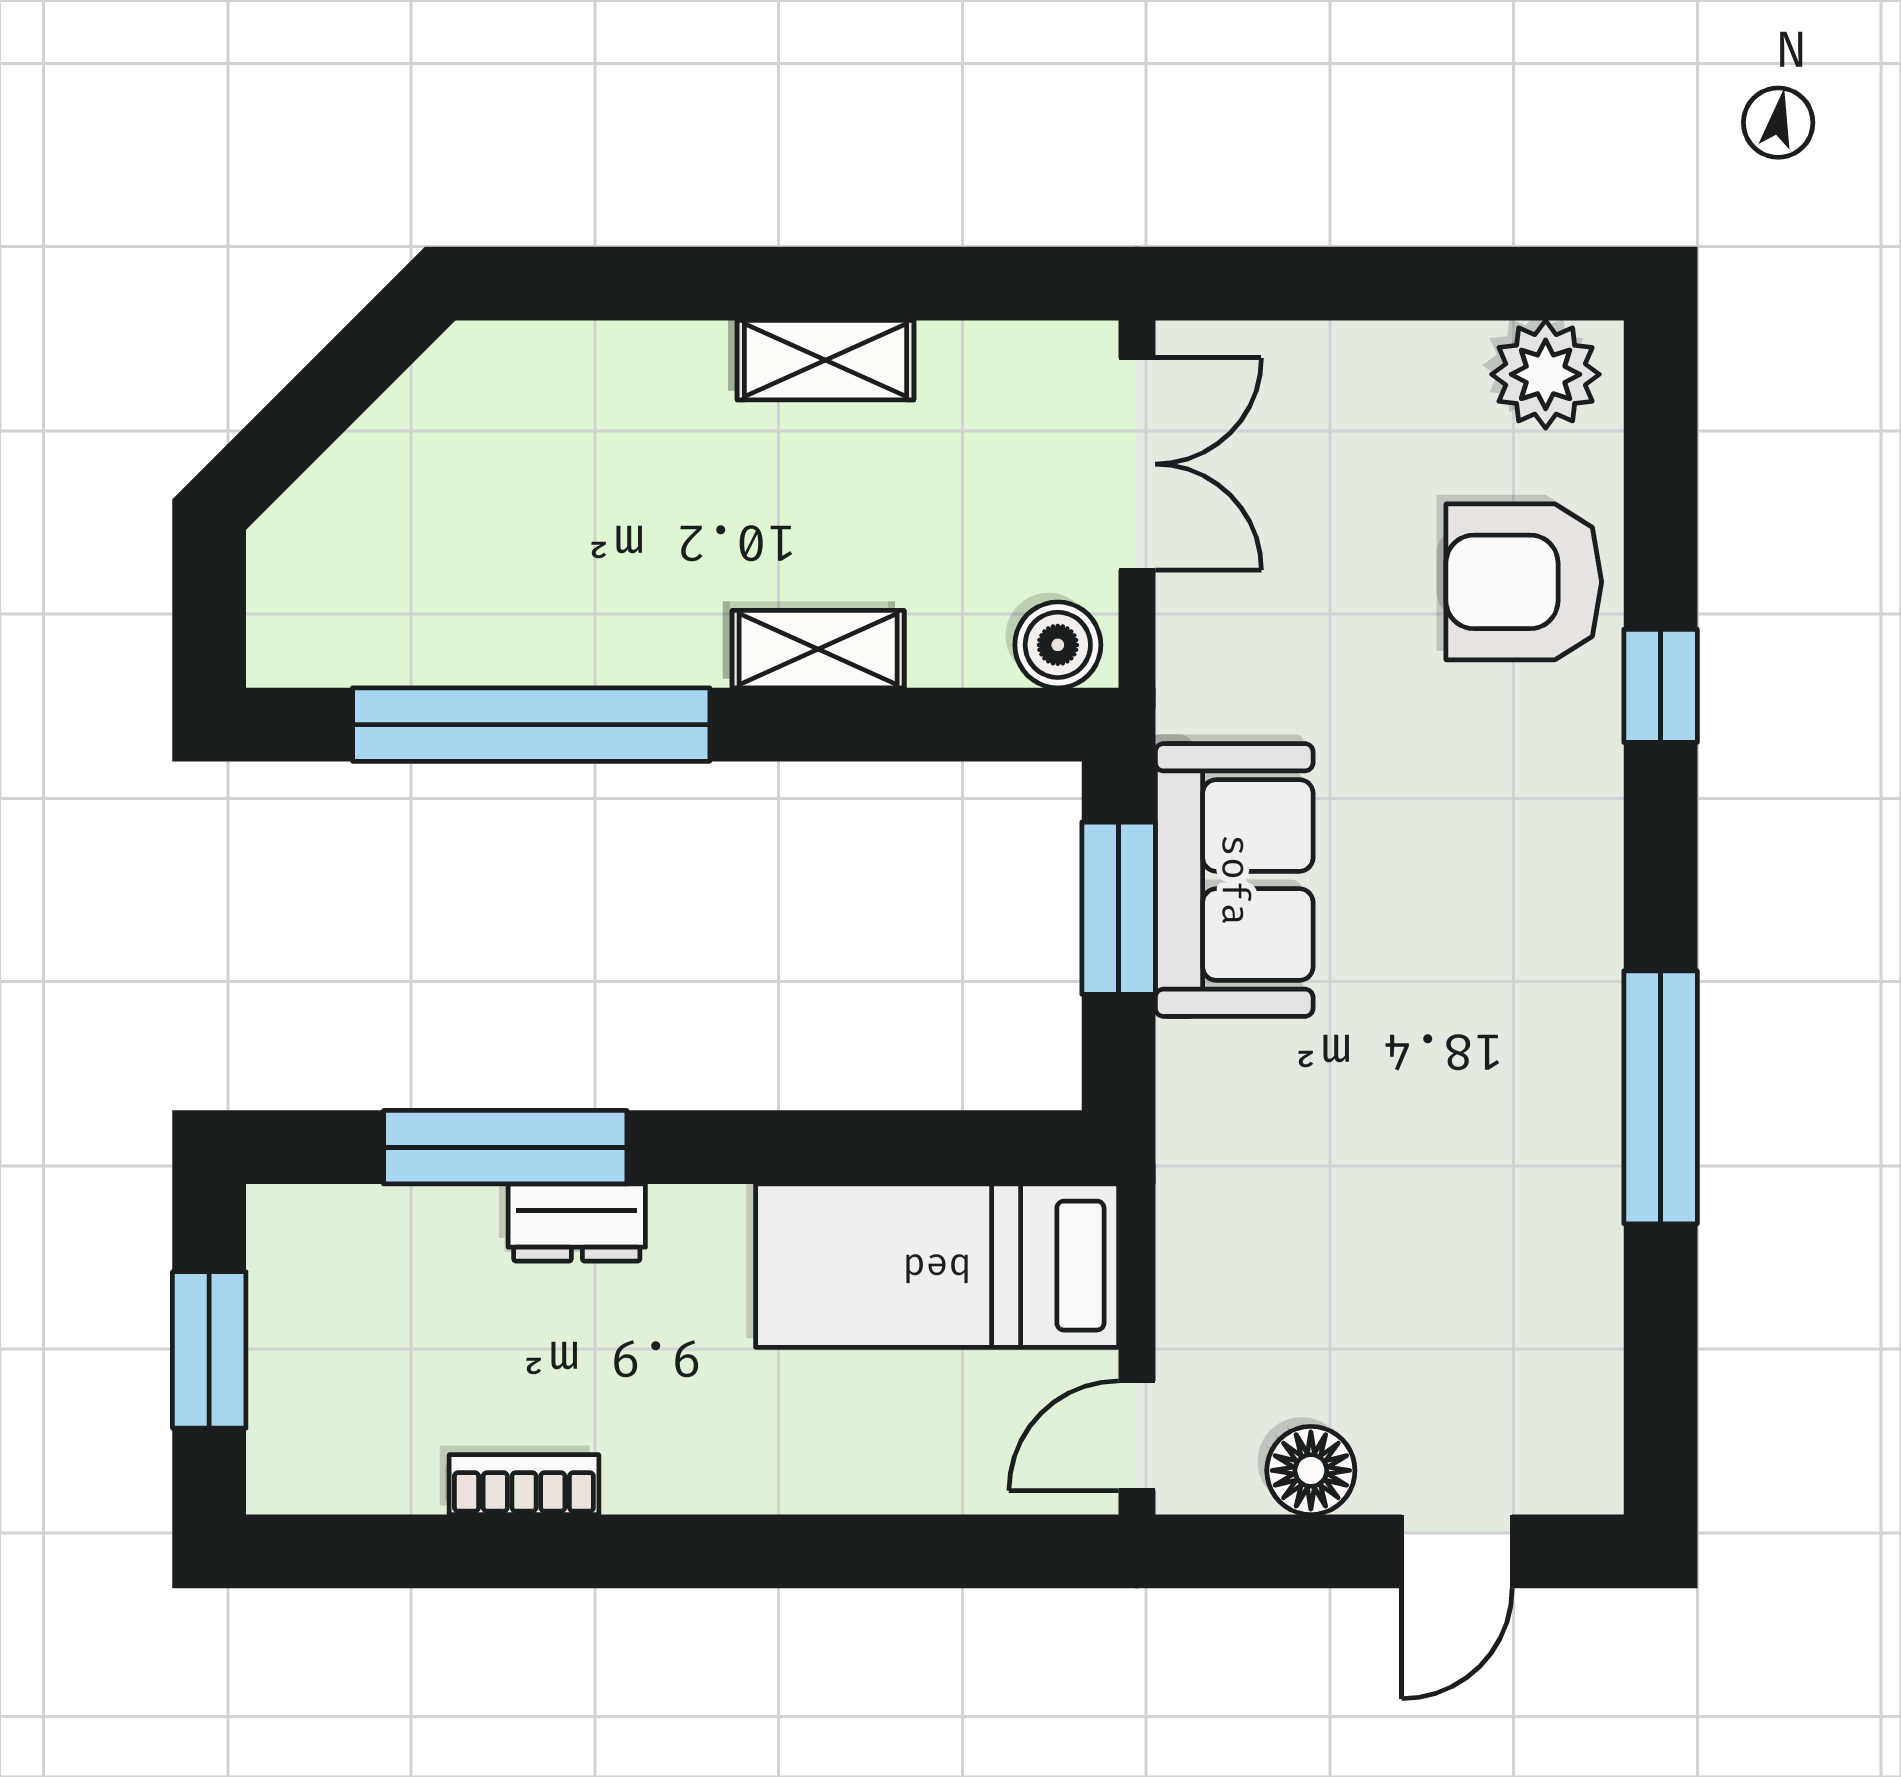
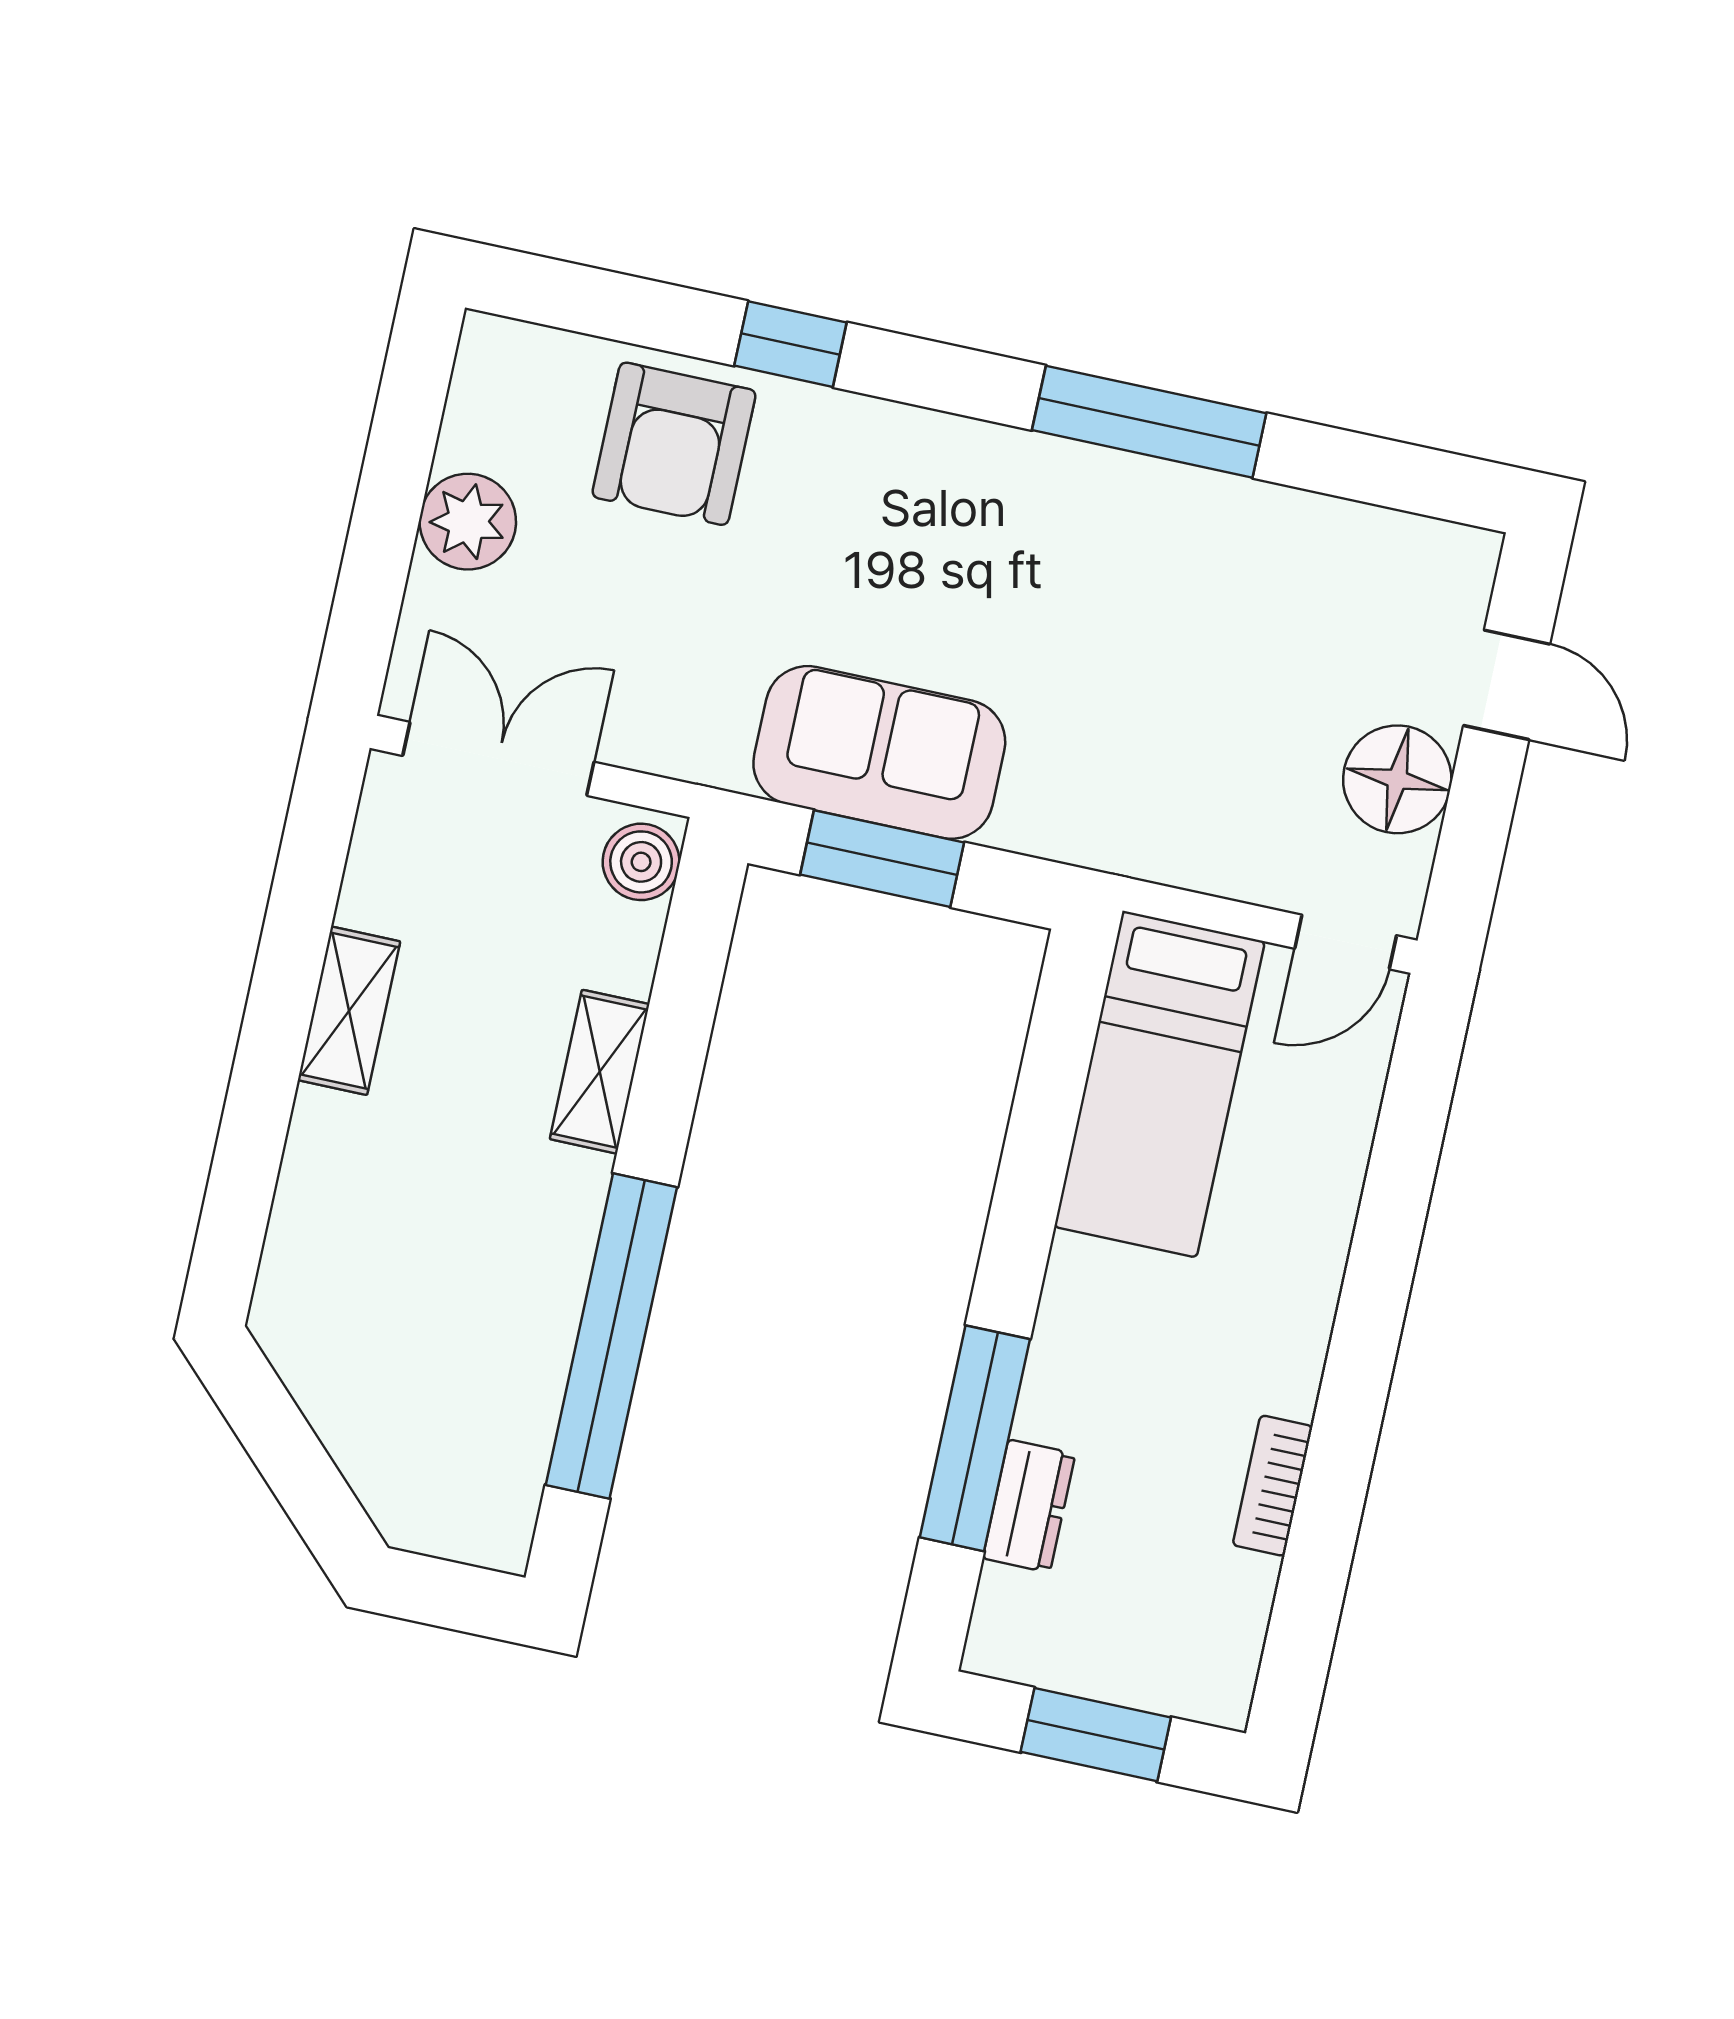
plant: (1546, 374) -> (468, 522), moved
dresser: (577, 1222) -> (1029, 1506), moved
door: (1137, 1436) -> (1346, 942), hinge flipped
floor lamp: (1311, 1470) -> (1397, 779), width x1.38, depth x1.38

